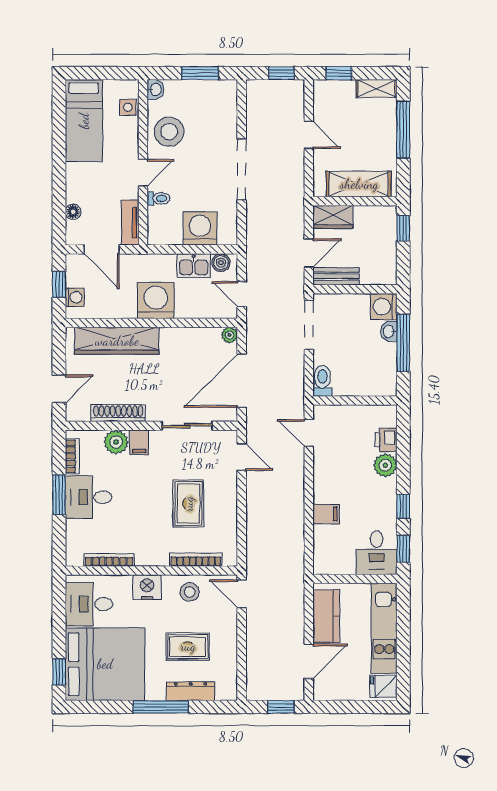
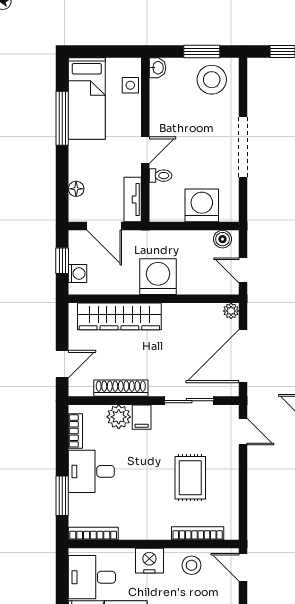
stool: (169, 132) -> (212, 80), moved
window: (59, 141) -> (62, 118), added
kitchen sink: (194, 266) -> (195, 242), removed
window: (59, 495) -> (62, 496), moved
bookcase: (109, 560) -> (93, 534), moved

